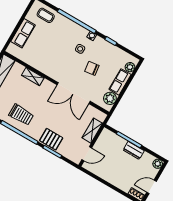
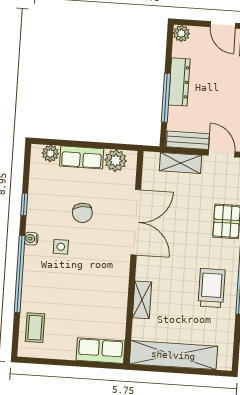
row of seats: (23, 33) -> (100, 351), moved
bench: (102, 140) -> (188, 140), added
dresser: (134, 150) -> (179, 82), width x1.44

